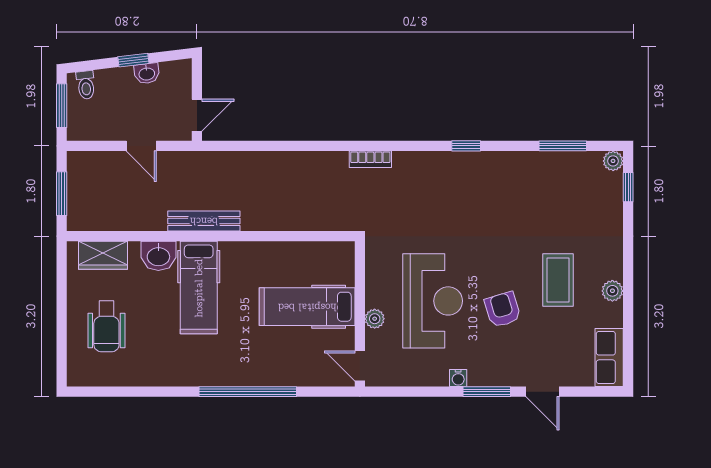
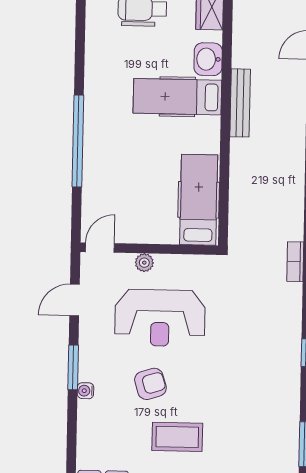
hospital bed: (307, 307) -> (199, 200), moved
water cooler: (458, 378) -> (85, 391), moved
door: (543, 392) -> (75, 300), moved

